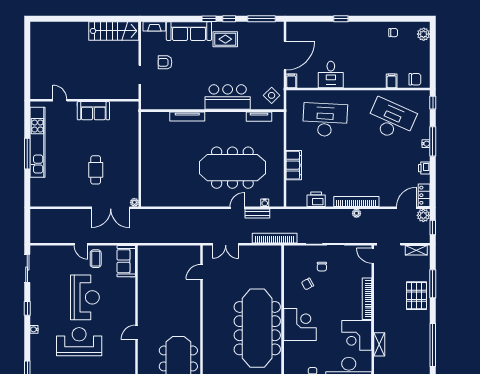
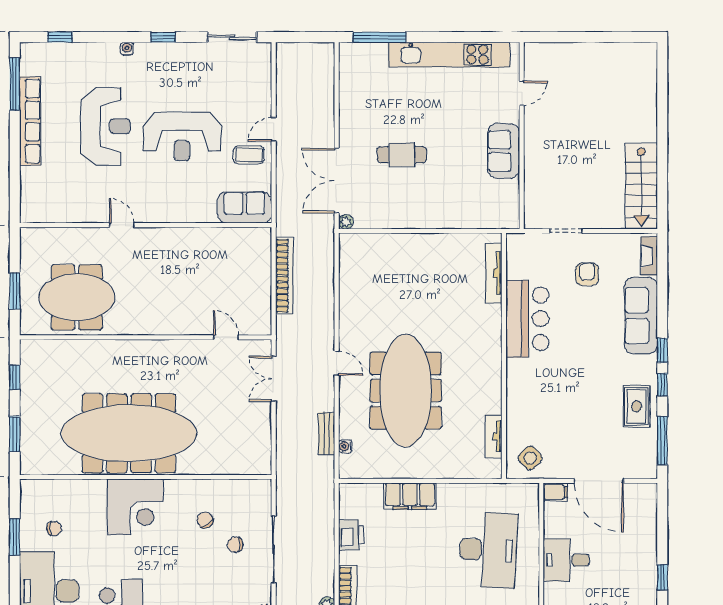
rug: (225, 39) -> (637, 406), moved
bar counter: (228, 97) -> (527, 319), moved
tv unit: (187, 116) -> (494, 273), moved
window: (27, 154) -> (379, 37), moved
door: (237, 208) -> (337, 363), moved
bookcase: (275, 238) -> (284, 276), moved

